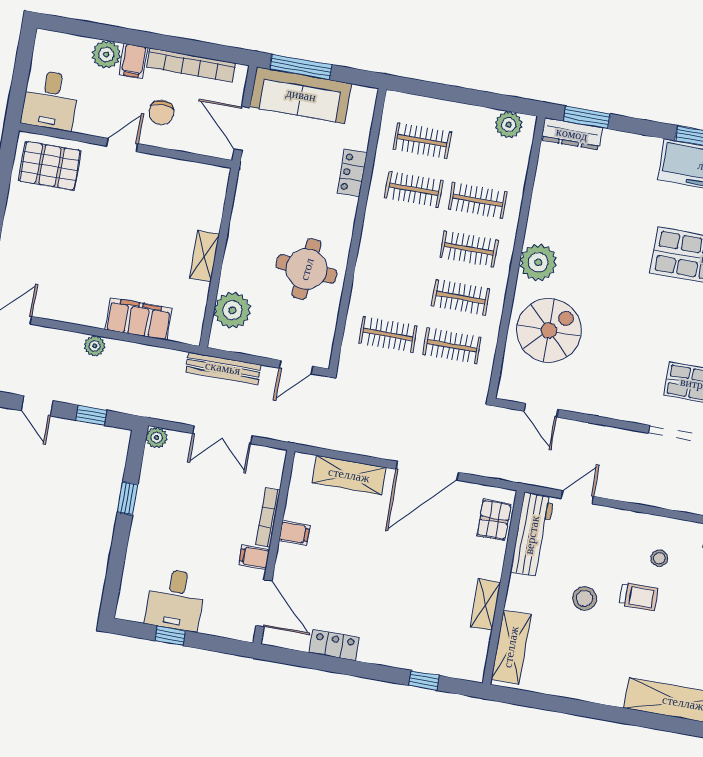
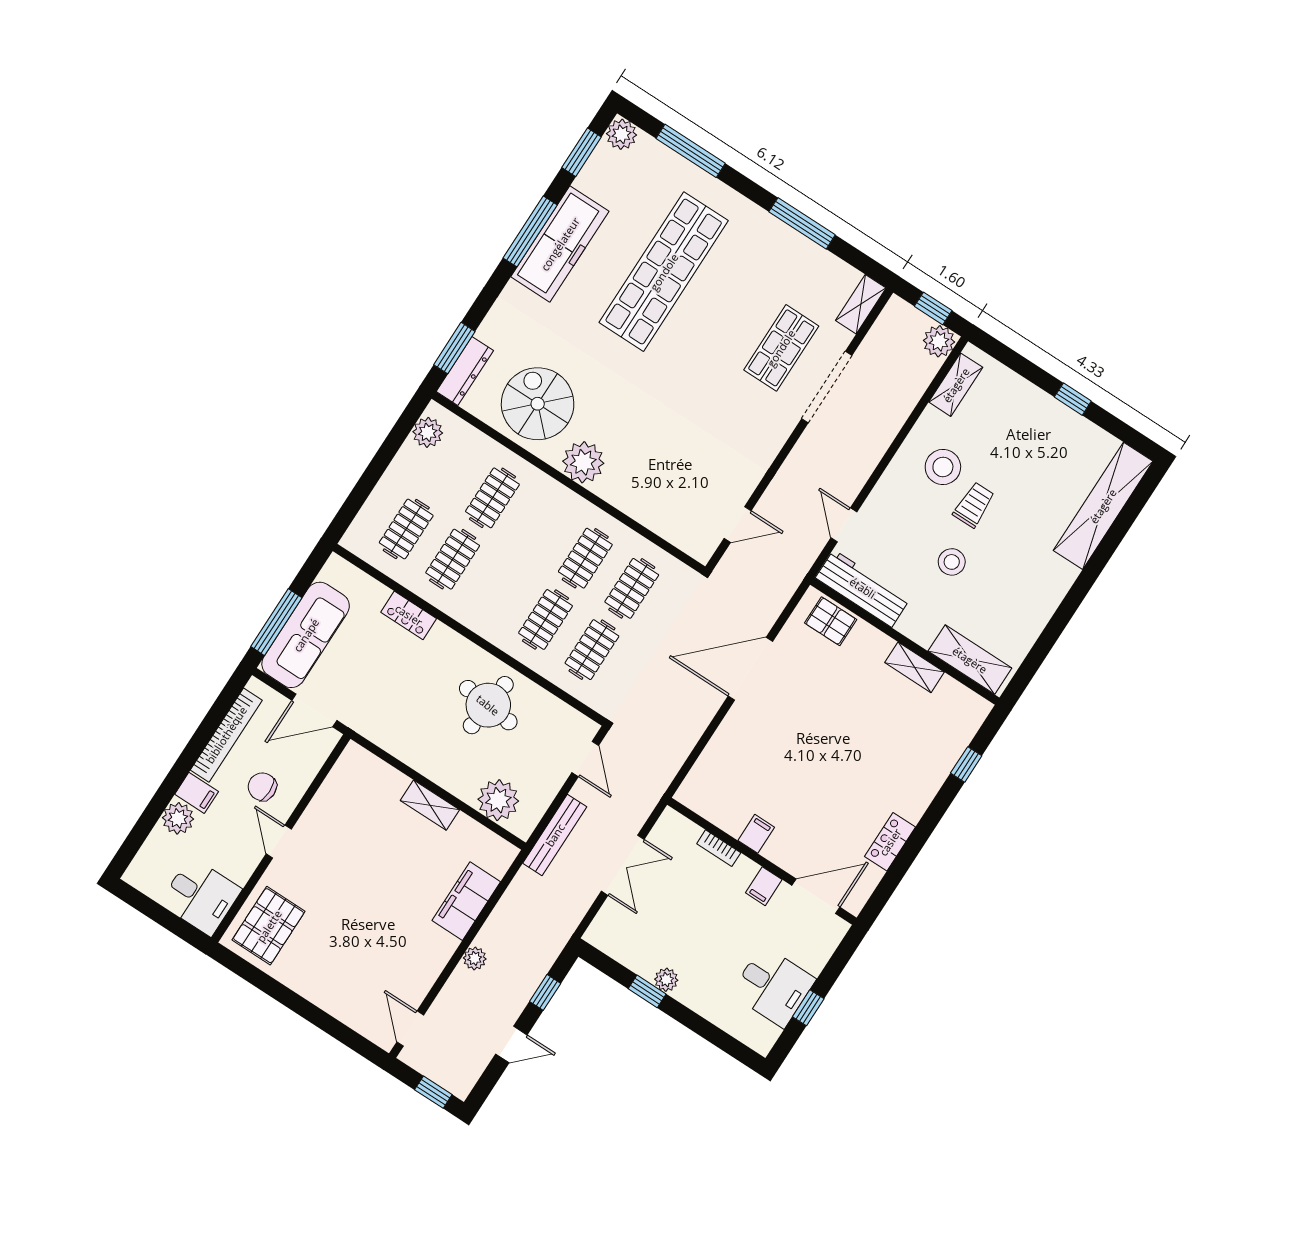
chair: (161, 112) -> (262, 787), turned 180
clothes rail: (469, 249) -> (546, 619), moved
spiral stairs: (549, 330) -> (538, 404), moved
plant: (157, 438) -> (666, 980), moved
door: (427, 471) -> (750, 669), swing flipped
shelving: (349, 475) -> (720, 752), removed
bookcase: (268, 517) -> (719, 848), width x0.64
stool: (659, 558) -> (943, 467), width x1.89, depth x1.89

